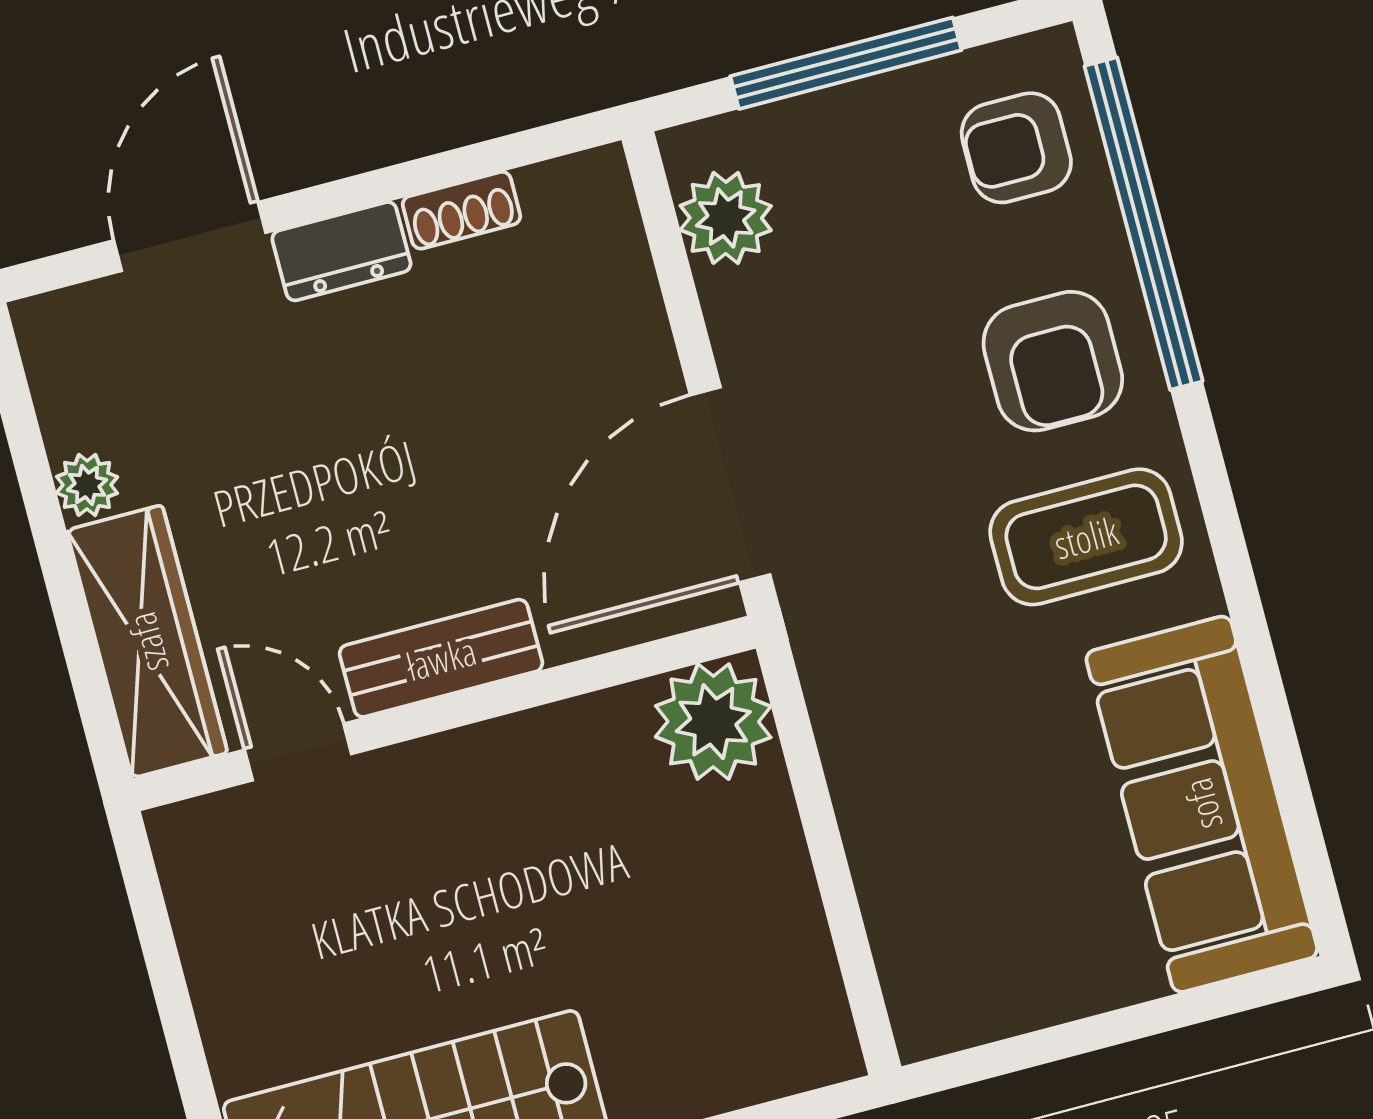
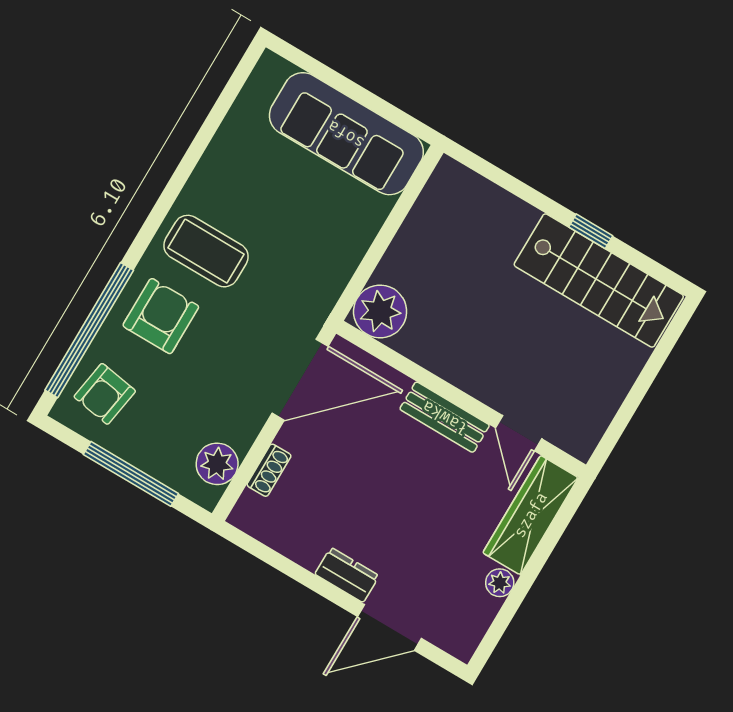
armchair: (1016, 148) -> (105, 394), turned 99
shoe rack: (461, 210) -> (269, 470), moved, turned 90
sofa: (1202, 804) -> (346, 134), moved, turned 90

